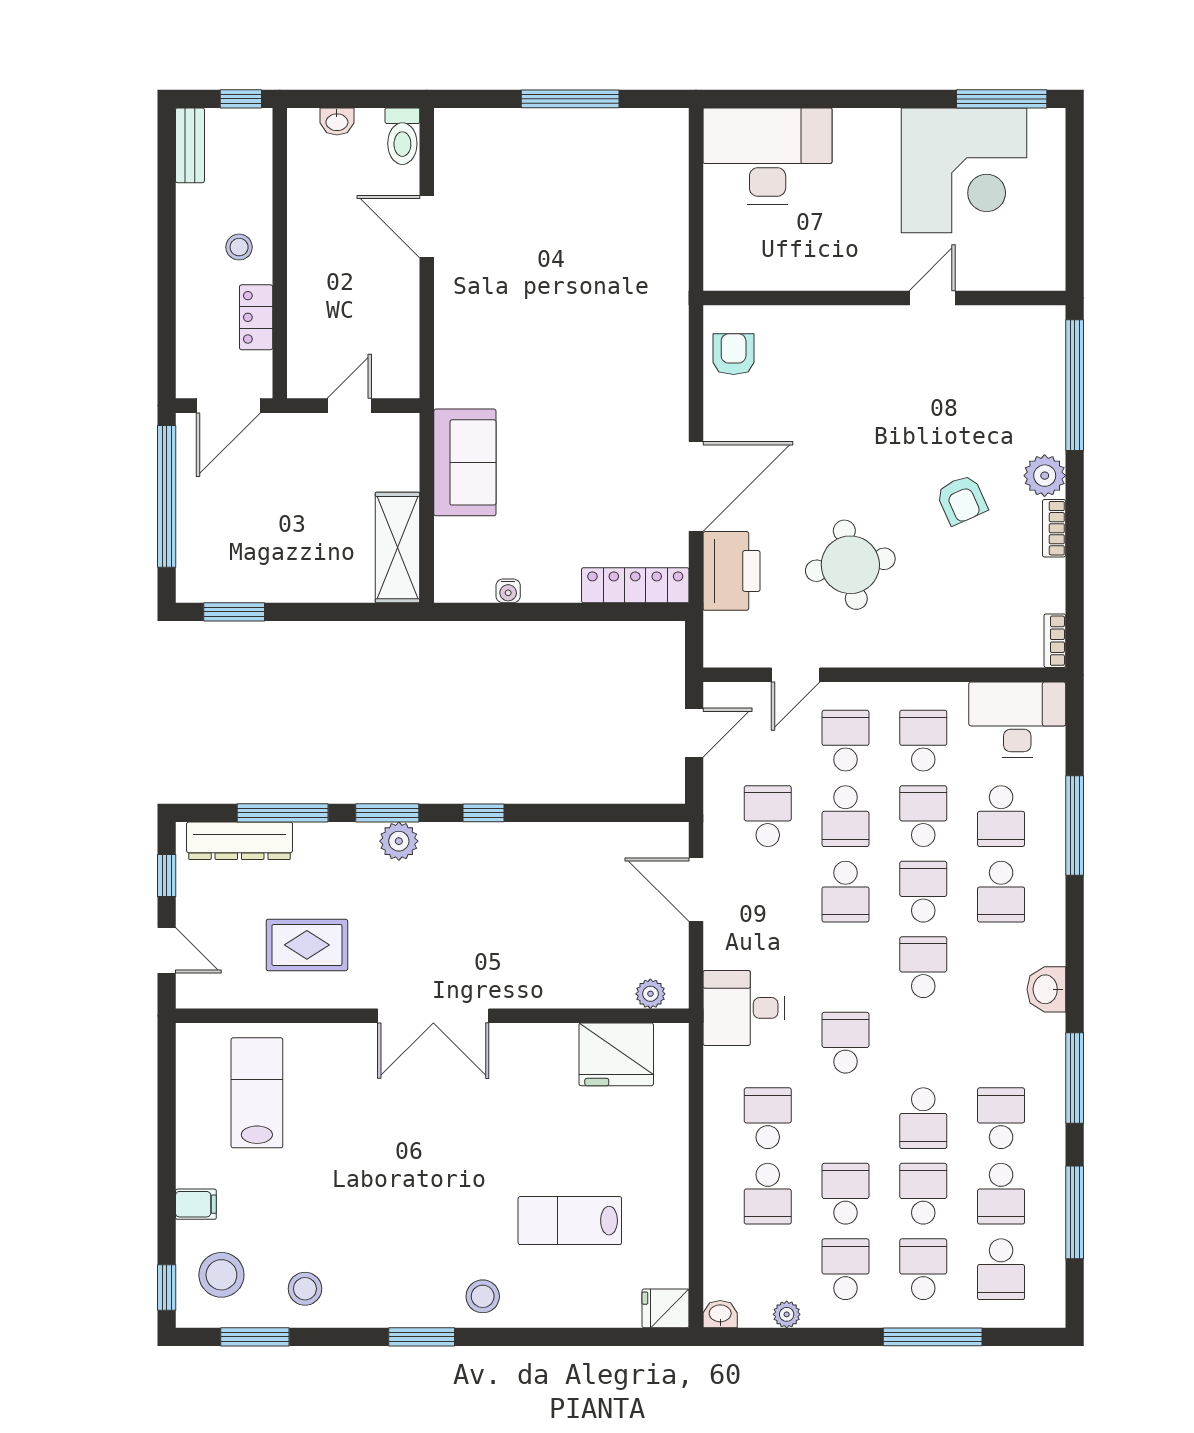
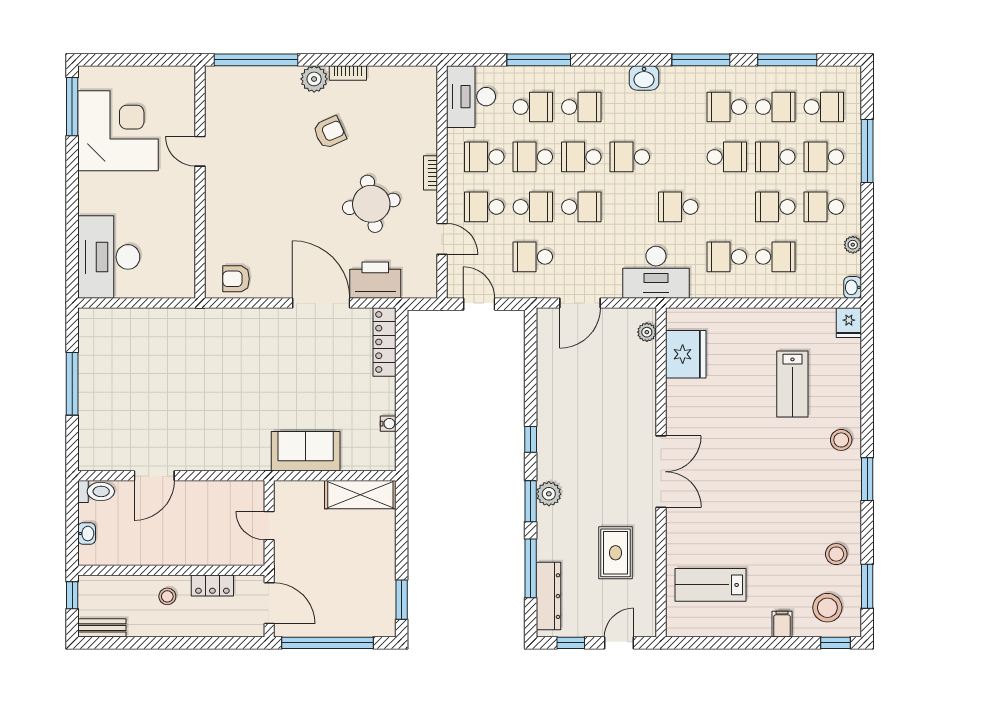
bookcase: (1055, 641) -> (430, 173), moved, turned 90
desk: (744, 1008) -> (656, 272), width x1.37

